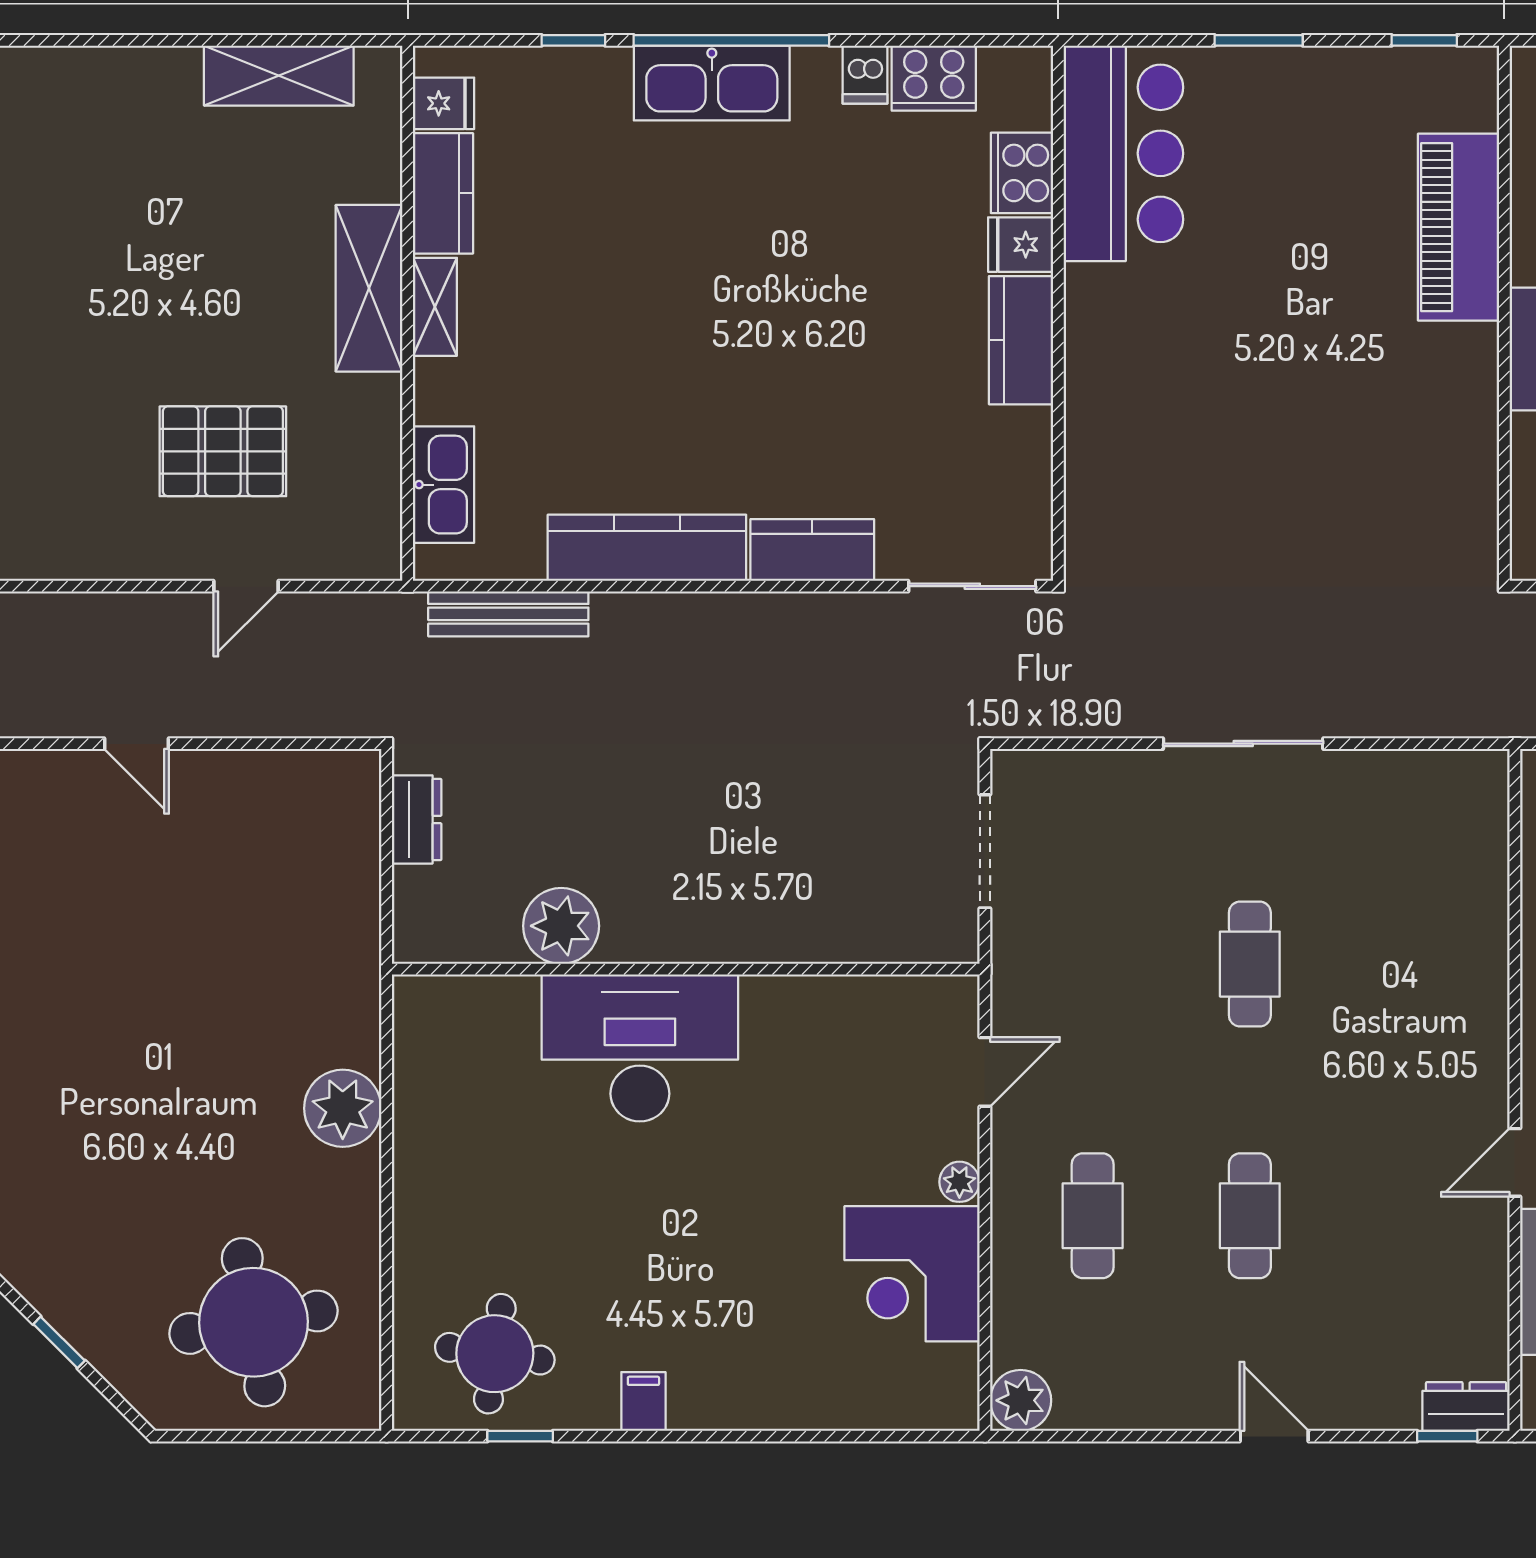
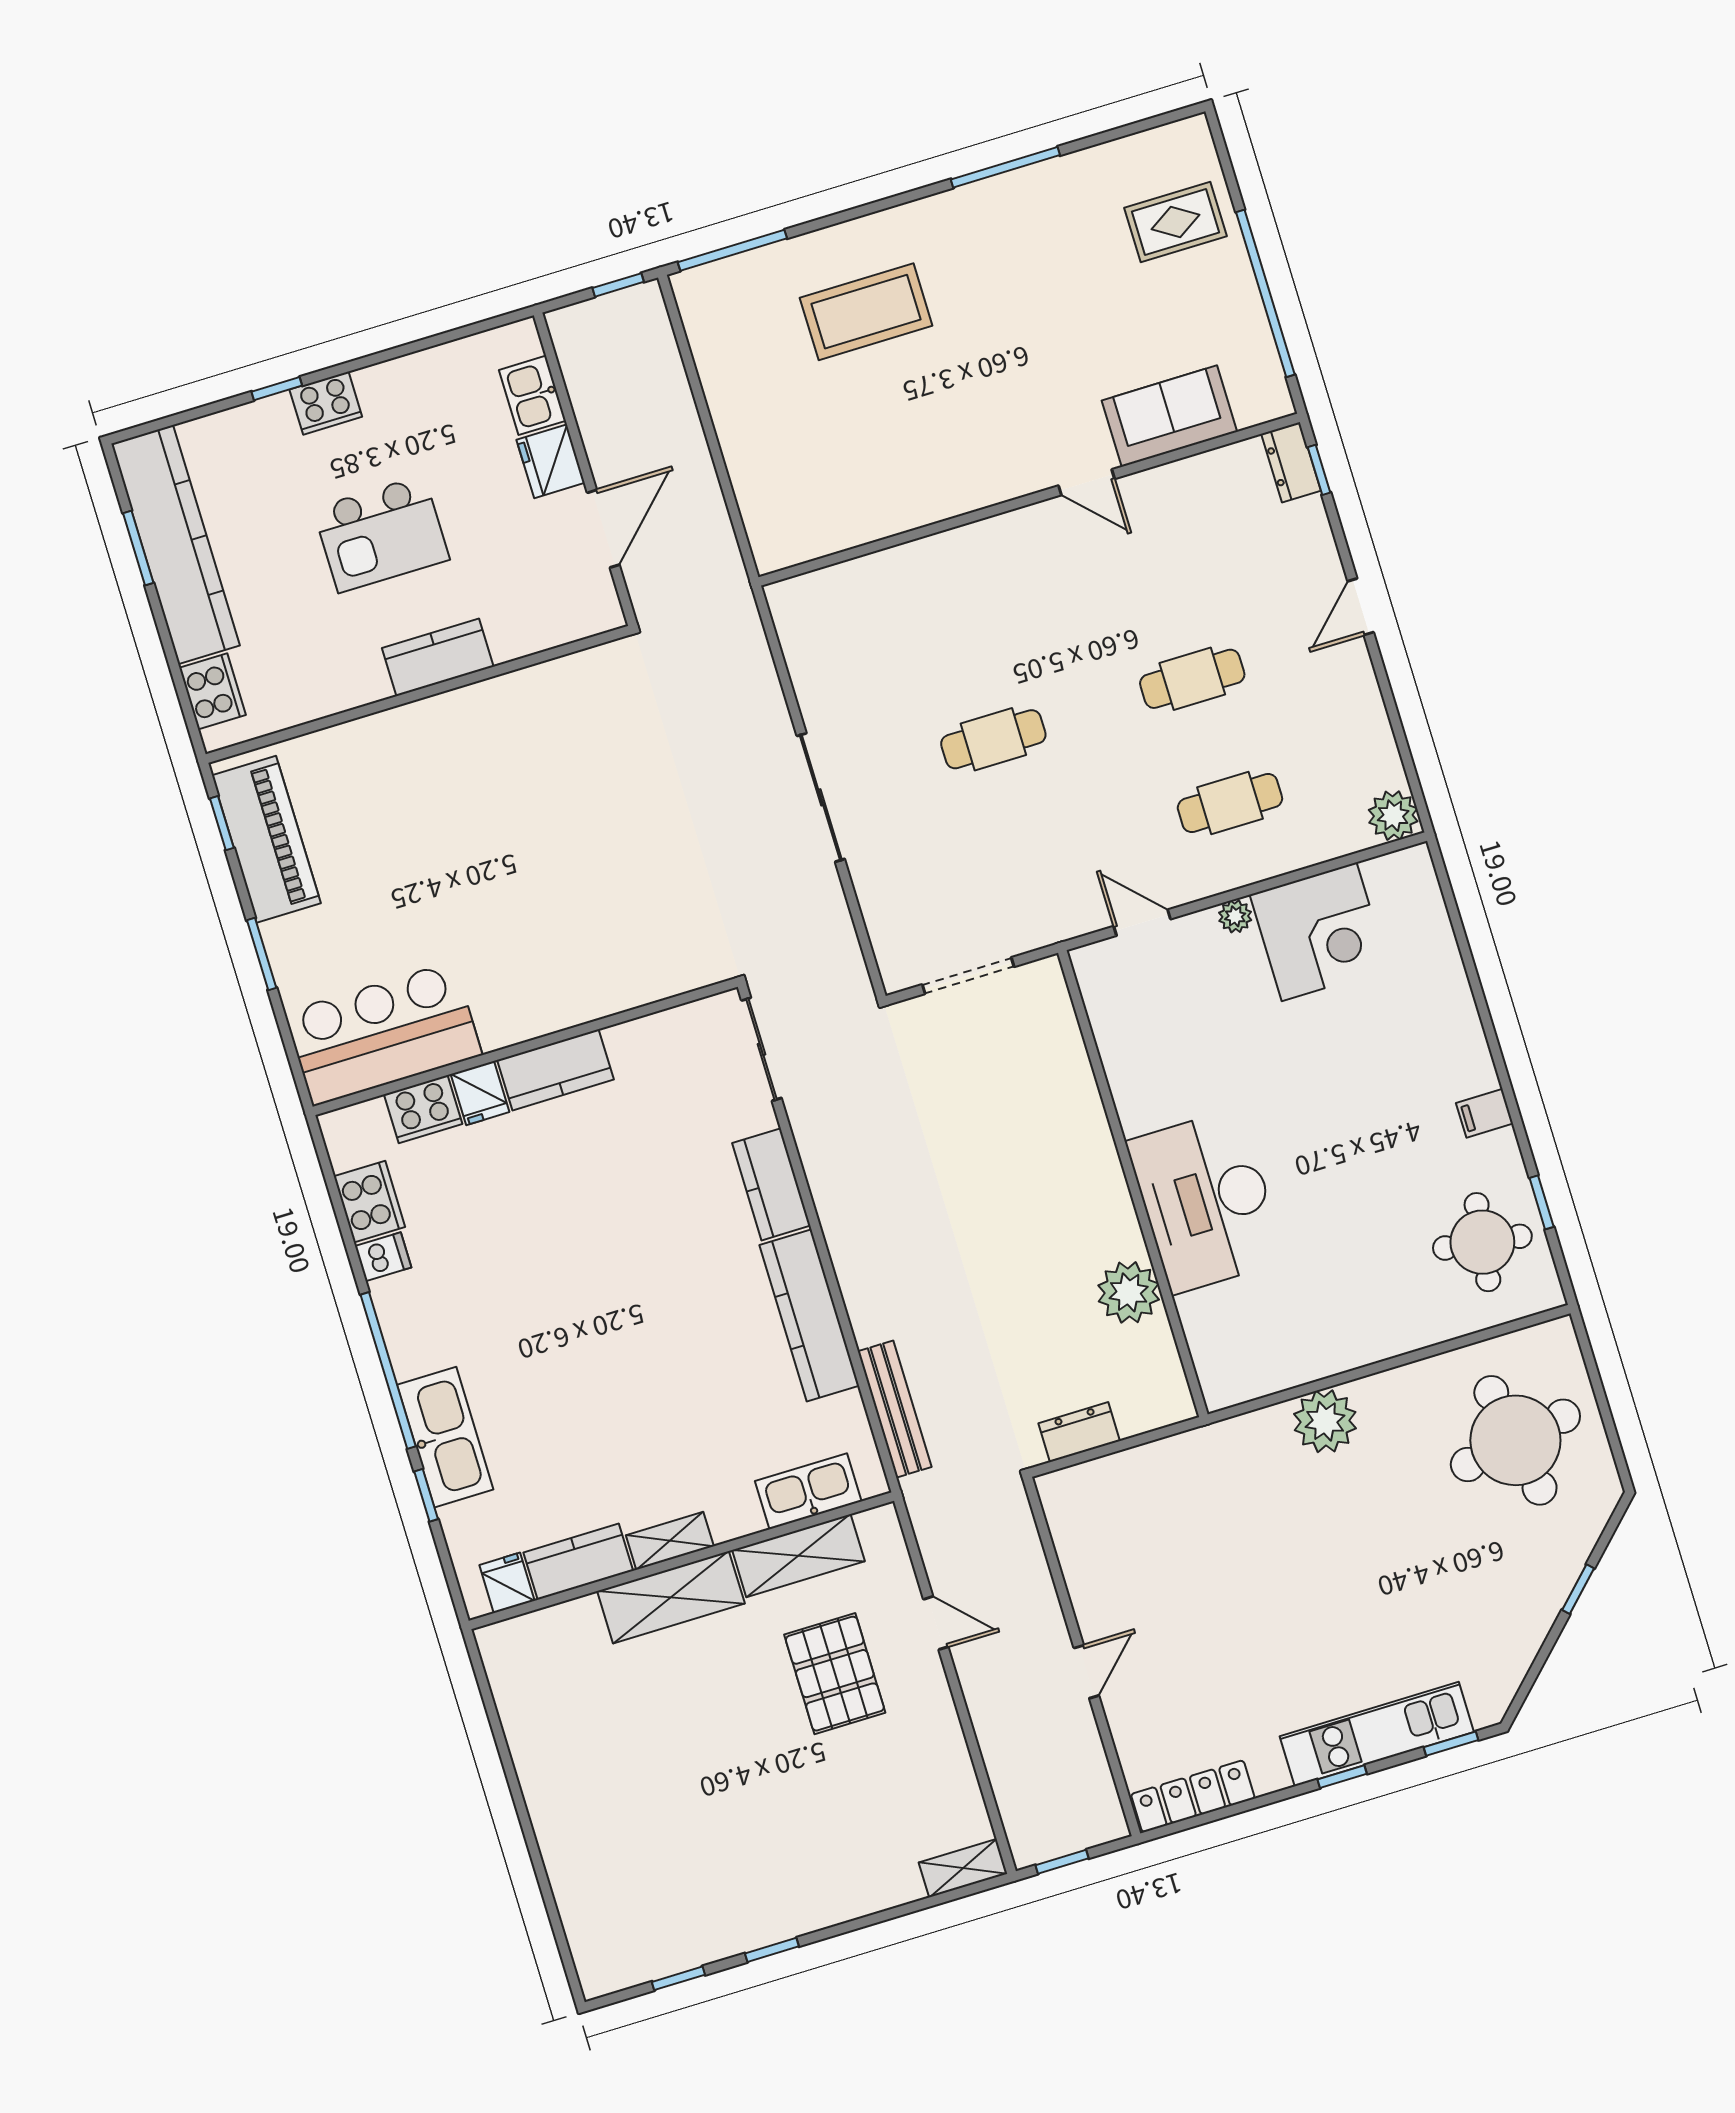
shelving: (279, 76) -> (798, 1556), moved, turned 90
kitchen sink: (712, 83) -> (445, 1437), moved
piano: (1459, 227) -> (266, 839), moved, turned -90

